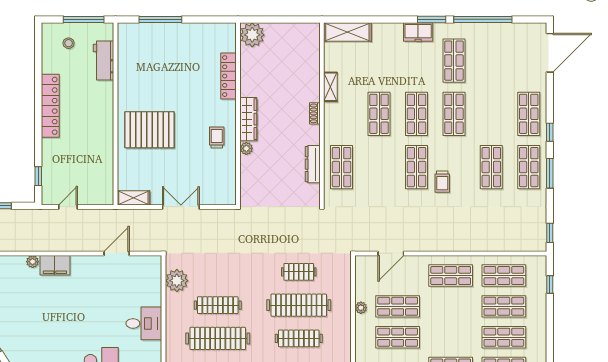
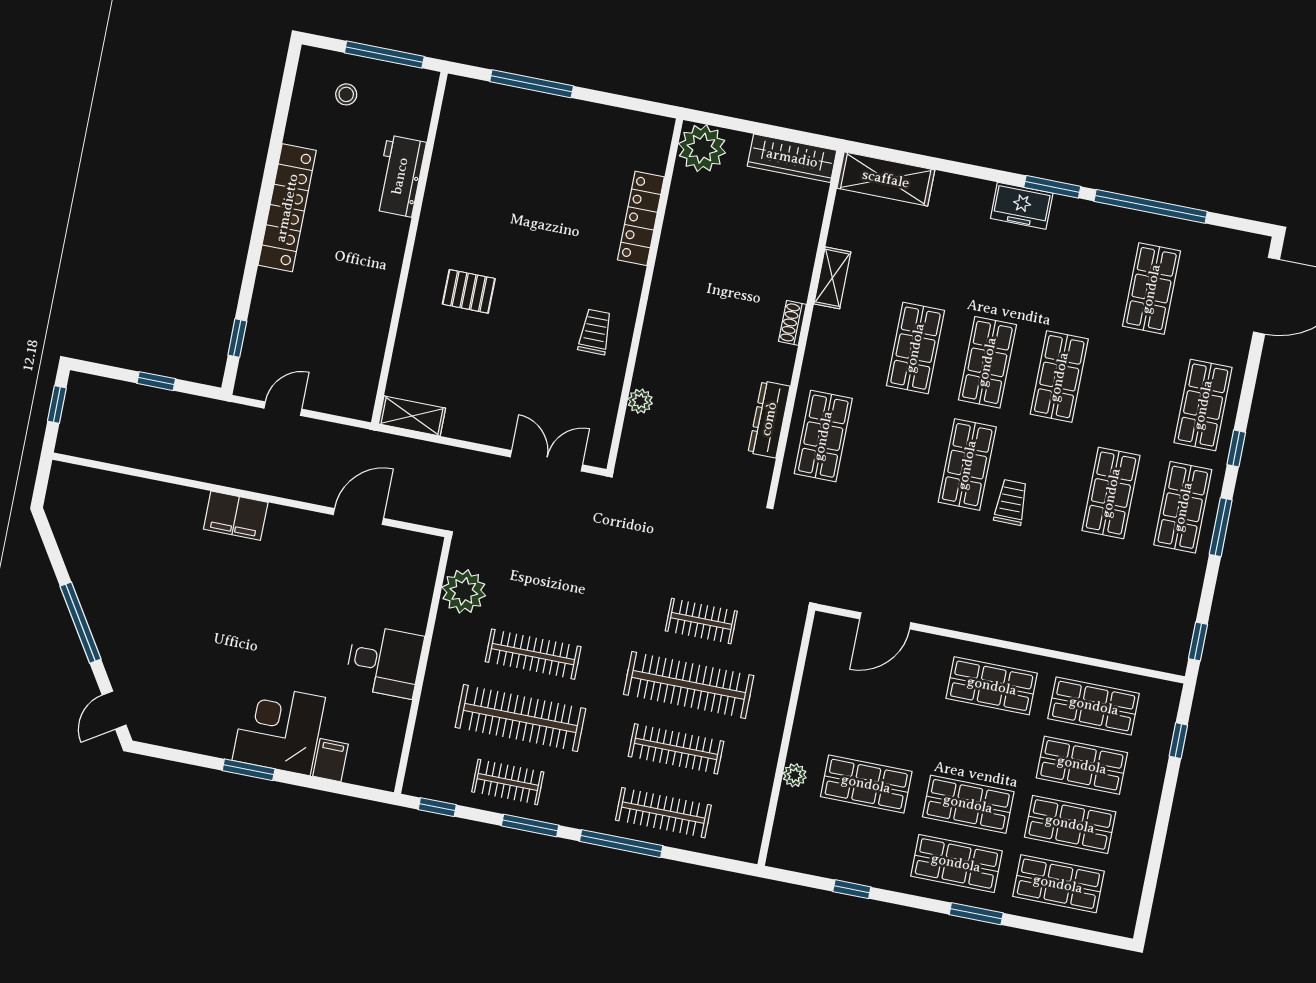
workbench: (103, 60) -> (400, 176), moved
shop shelf: (454, 61) -> (1151, 289), moved
wardrobe: (248, 119) -> (792, 158), moved, turned 90
pallet: (149, 130) -> (469, 291), width x0.49, depth x0.50
plant: (246, 148) -> (640, 401), moved
trolley: (442, 182) -> (1011, 502), turned 180
double door: (181, 207) -> (546, 461), moved
plant: (33, 262) -> (194, 500), removed
shop shelf: (398, 306) -> (968, 804), moved
plant: (361, 308) -> (795, 775), moved

